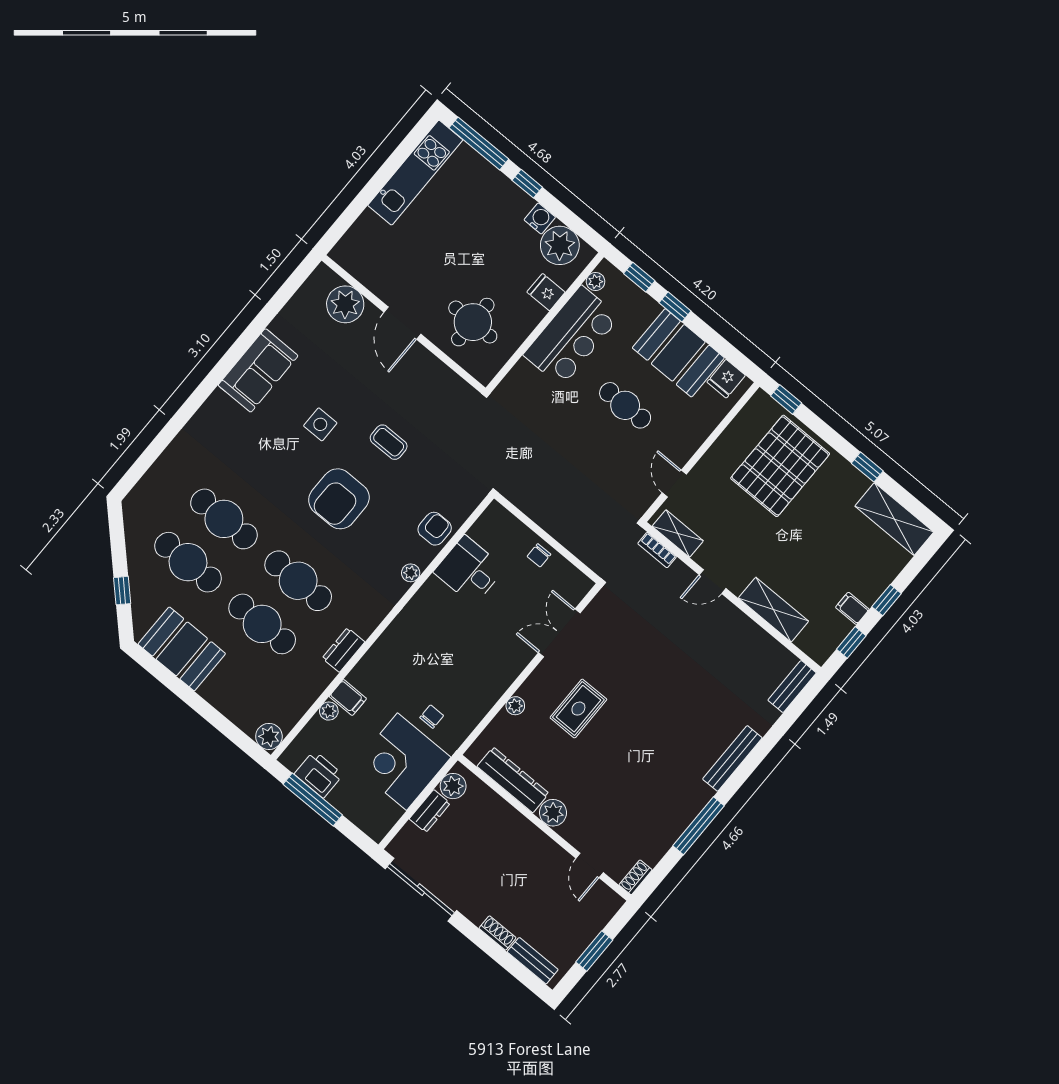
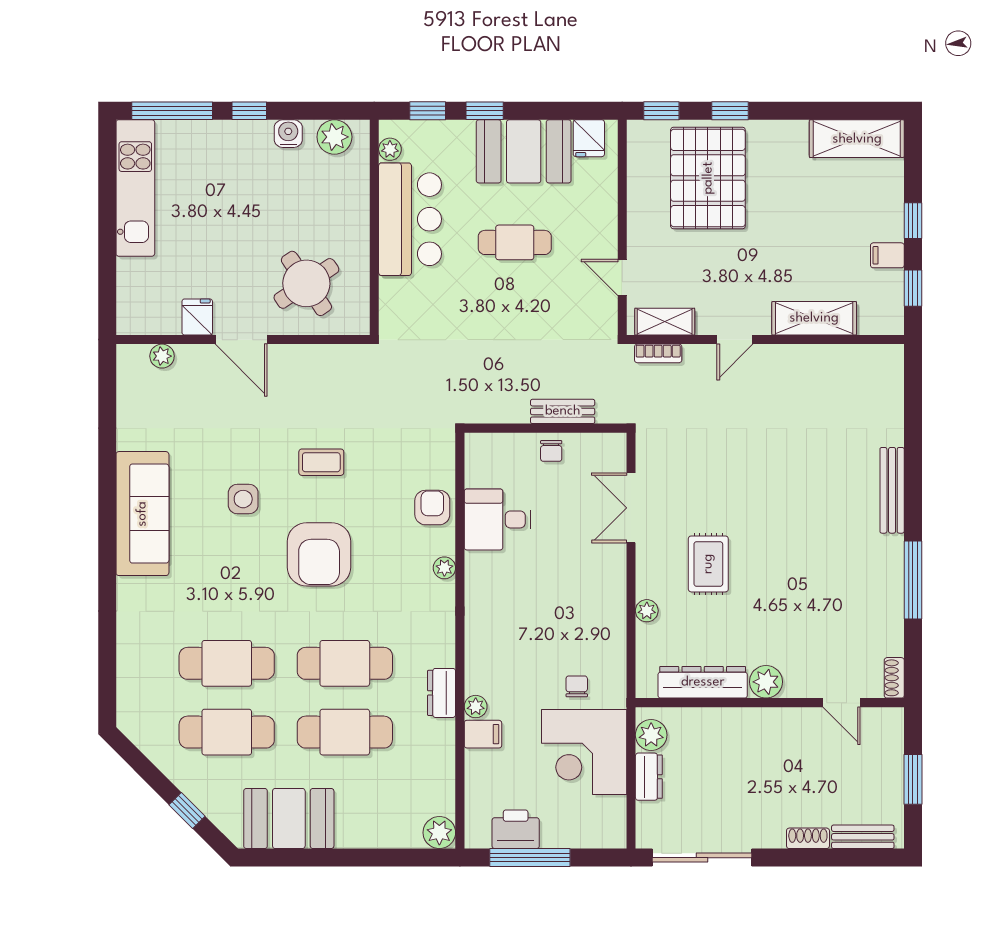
plant: (560, 245) -> (334, 137), width x0.73, depth x0.73
fridge: (546, 292) -> (197, 317), moved, turned 90
plant: (345, 304) -> (162, 356), width x0.53, depth x0.53
round table: (473, 322) -> (306, 283), turned -34
sofa: (258, 370) -> (142, 514), width x1.36
window: (867, 467) -> (730, 111), moved
bench: (792, 687) -> (563, 411), moved, turned 90
plant: (329, 711) -> (476, 707), moved

